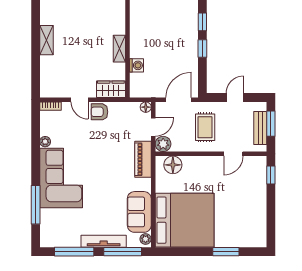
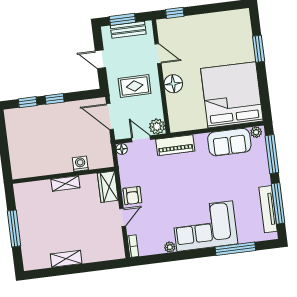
floor lamp: (173, 165) -> (173, 84), moved
tv unit: (104, 241) -> (268, 209), moved

